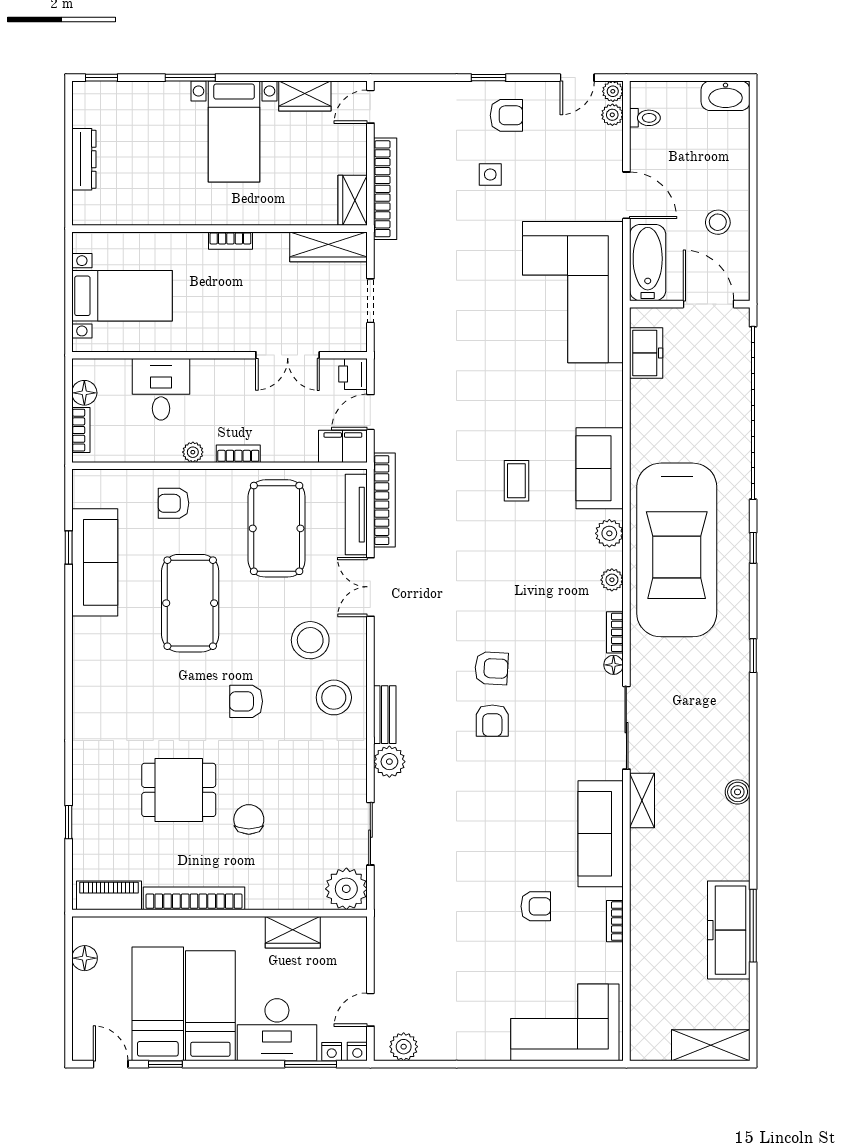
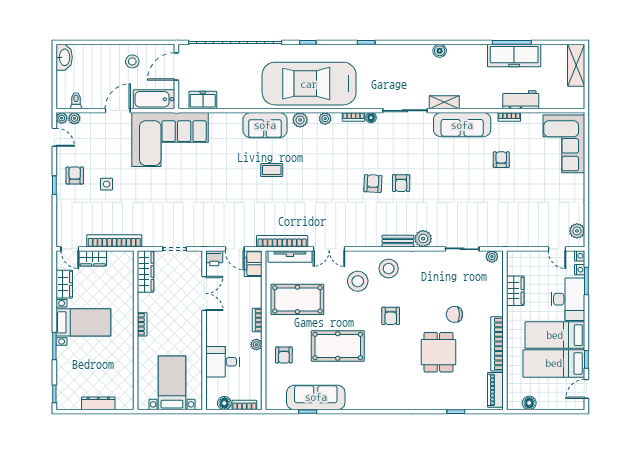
wardrobe: (353, 200) -> (93, 258), moved
car: (677, 550) -> (309, 84), turned 180
armchair: (492, 721) -> (401, 183), turned 90
plant: (346, 889) -> (492, 257), width x0.53, depth x0.53
workbench: (647, 942) -> (521, 100), added

